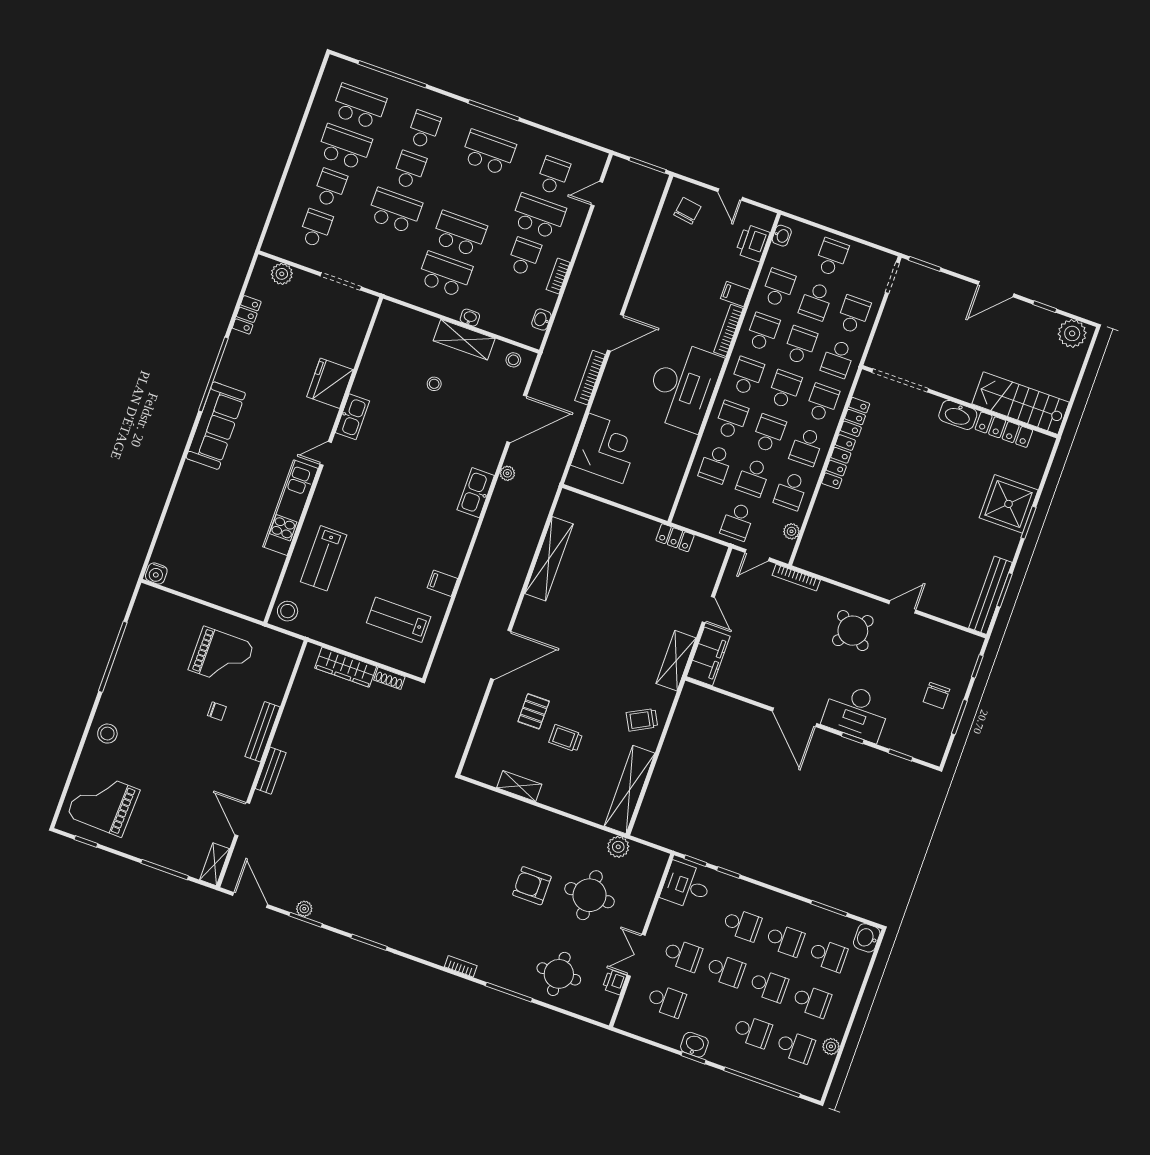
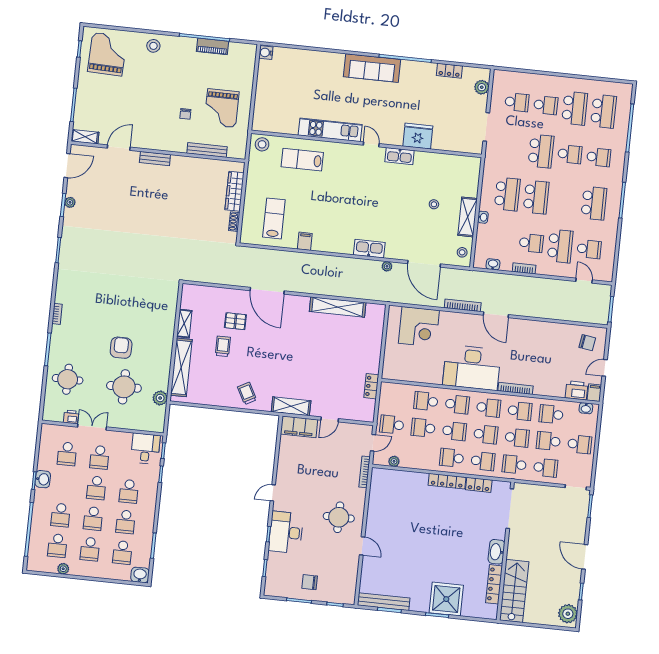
school desk: (778, 288) -> (551, 414), turned 180
filing cabinet: (735, 294) -> (594, 393), moved
school desk: (791, 491) -> (420, 455), removed
door: (757, 555) -> (373, 443), swing flipped
round table: (853, 631) -> (339, 517), turned -37
piano: (129, 648) -> (212, 46), added
door: (795, 717) -> (273, 493), width x0.53
bench: (263, 732) -> (207, 150), moved
shelving: (630, 790) -> (181, 367), moved, turned 90

